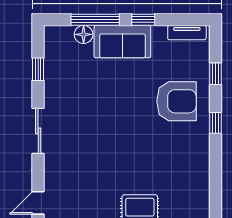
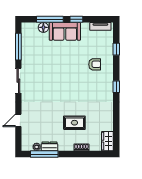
window: (38, 69) -> (18, 47), width x2.17
armchair: (176, 101) -> (95, 64), width x0.53, depth x0.53
window: (216, 123) -> (116, 87), moved

